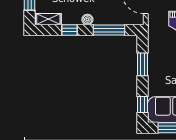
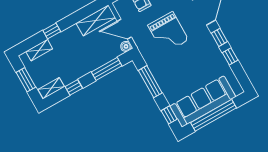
boiler: (87, 20) -> (126, 46), moved
window: (142, 64) -> (150, 82), width x1.44

